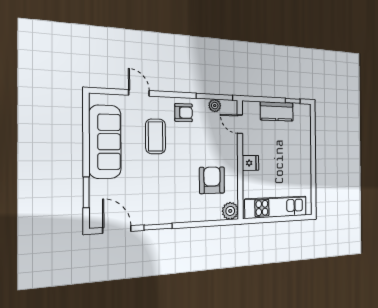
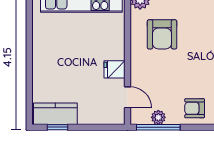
kitchen counter: (277, 111) -> (55, 114), moved
fridge: (250, 163) -> (115, 69), moved

